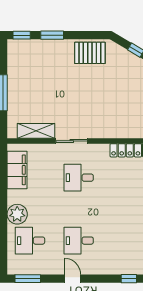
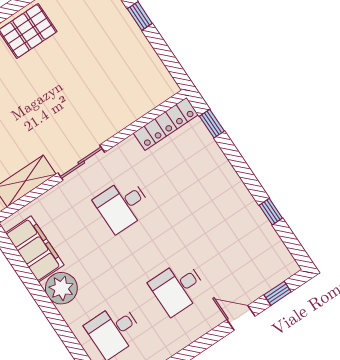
plant: (17, 214) -> (61, 288), moved
door: (73, 279) -> (241, 318), moved

